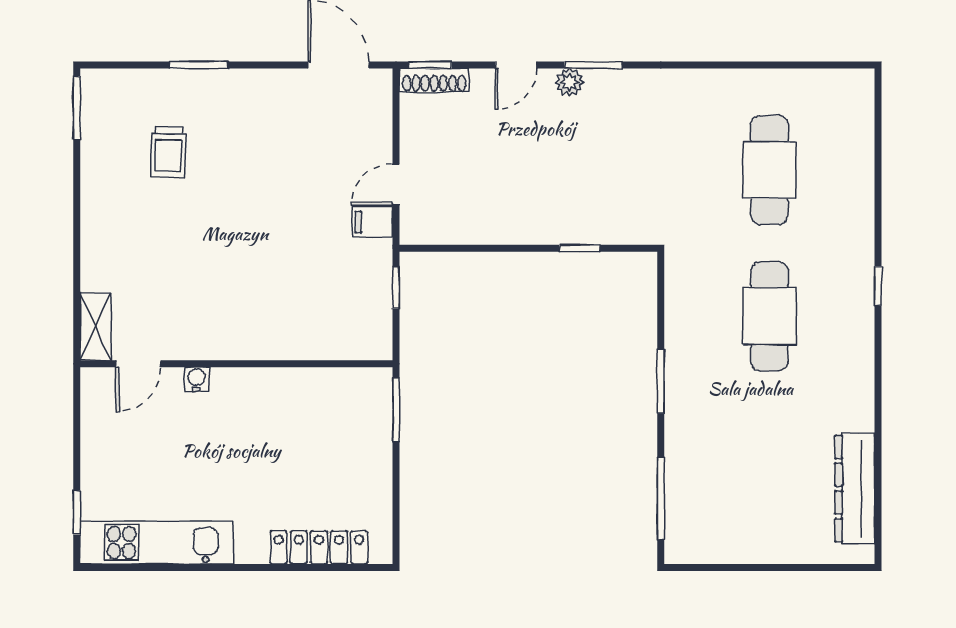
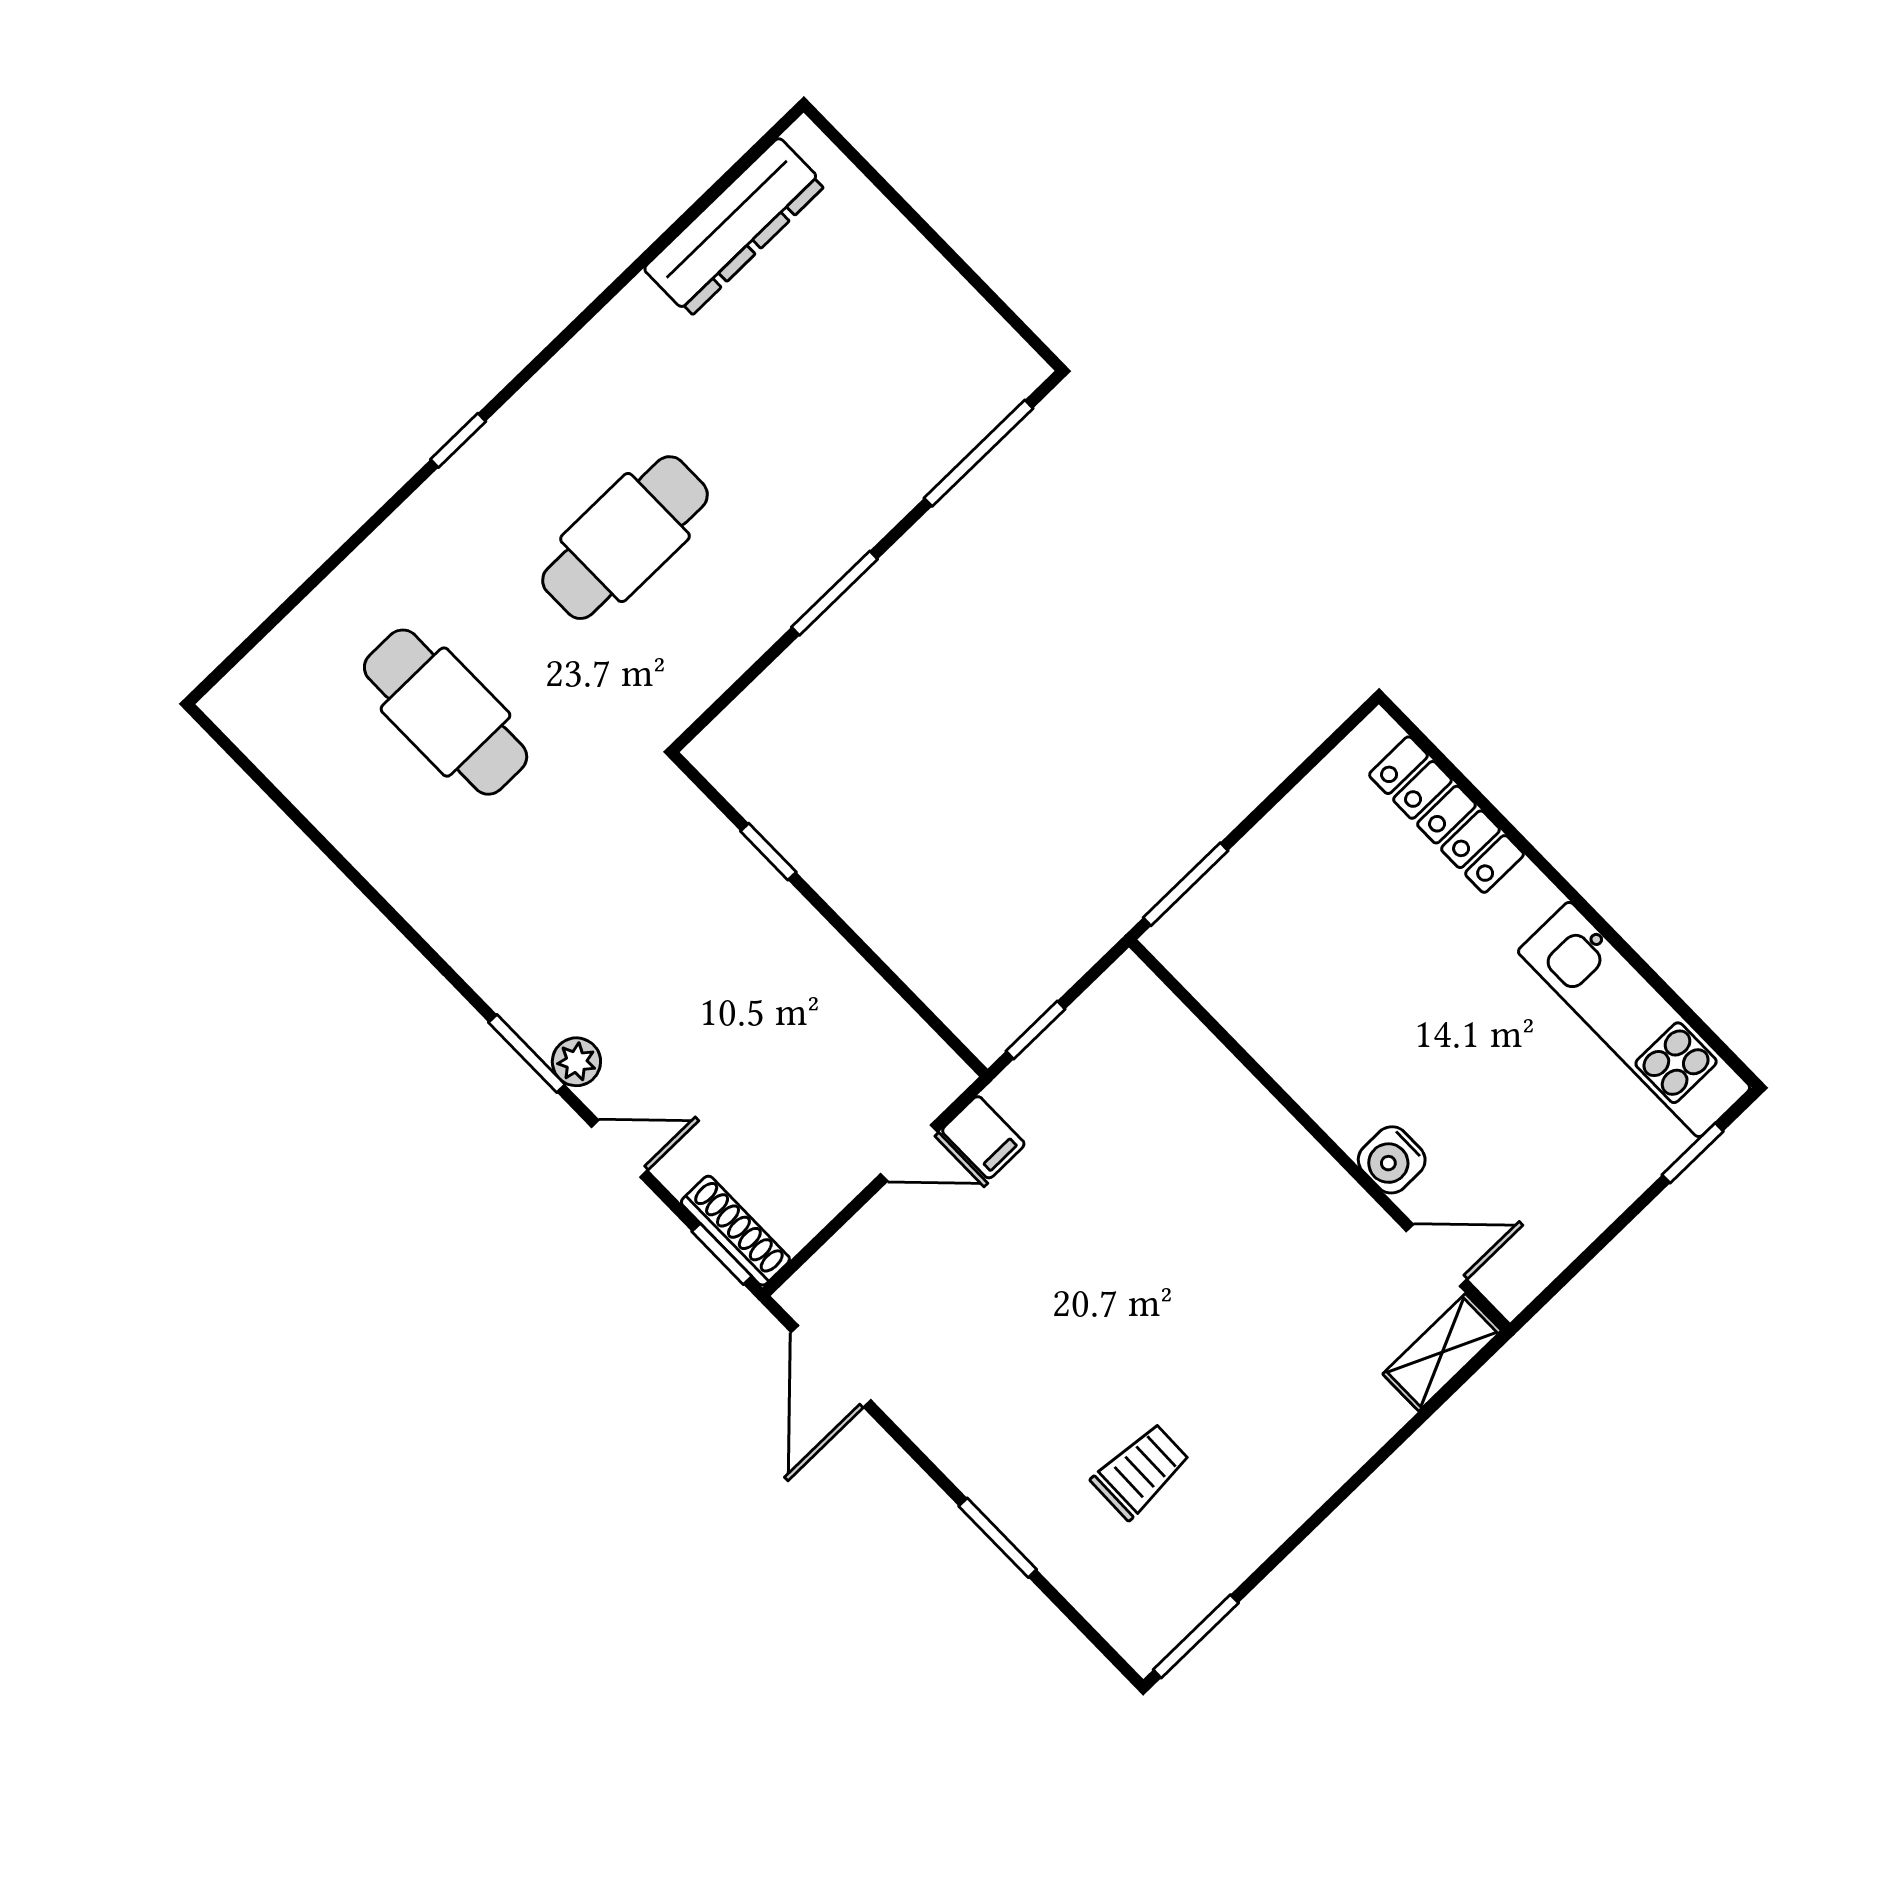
cafe table: (769, 170) -> (446, 712), turned 90
water cooler: (197, 379) -> (1392, 1160), width x1.38, depth x1.38

